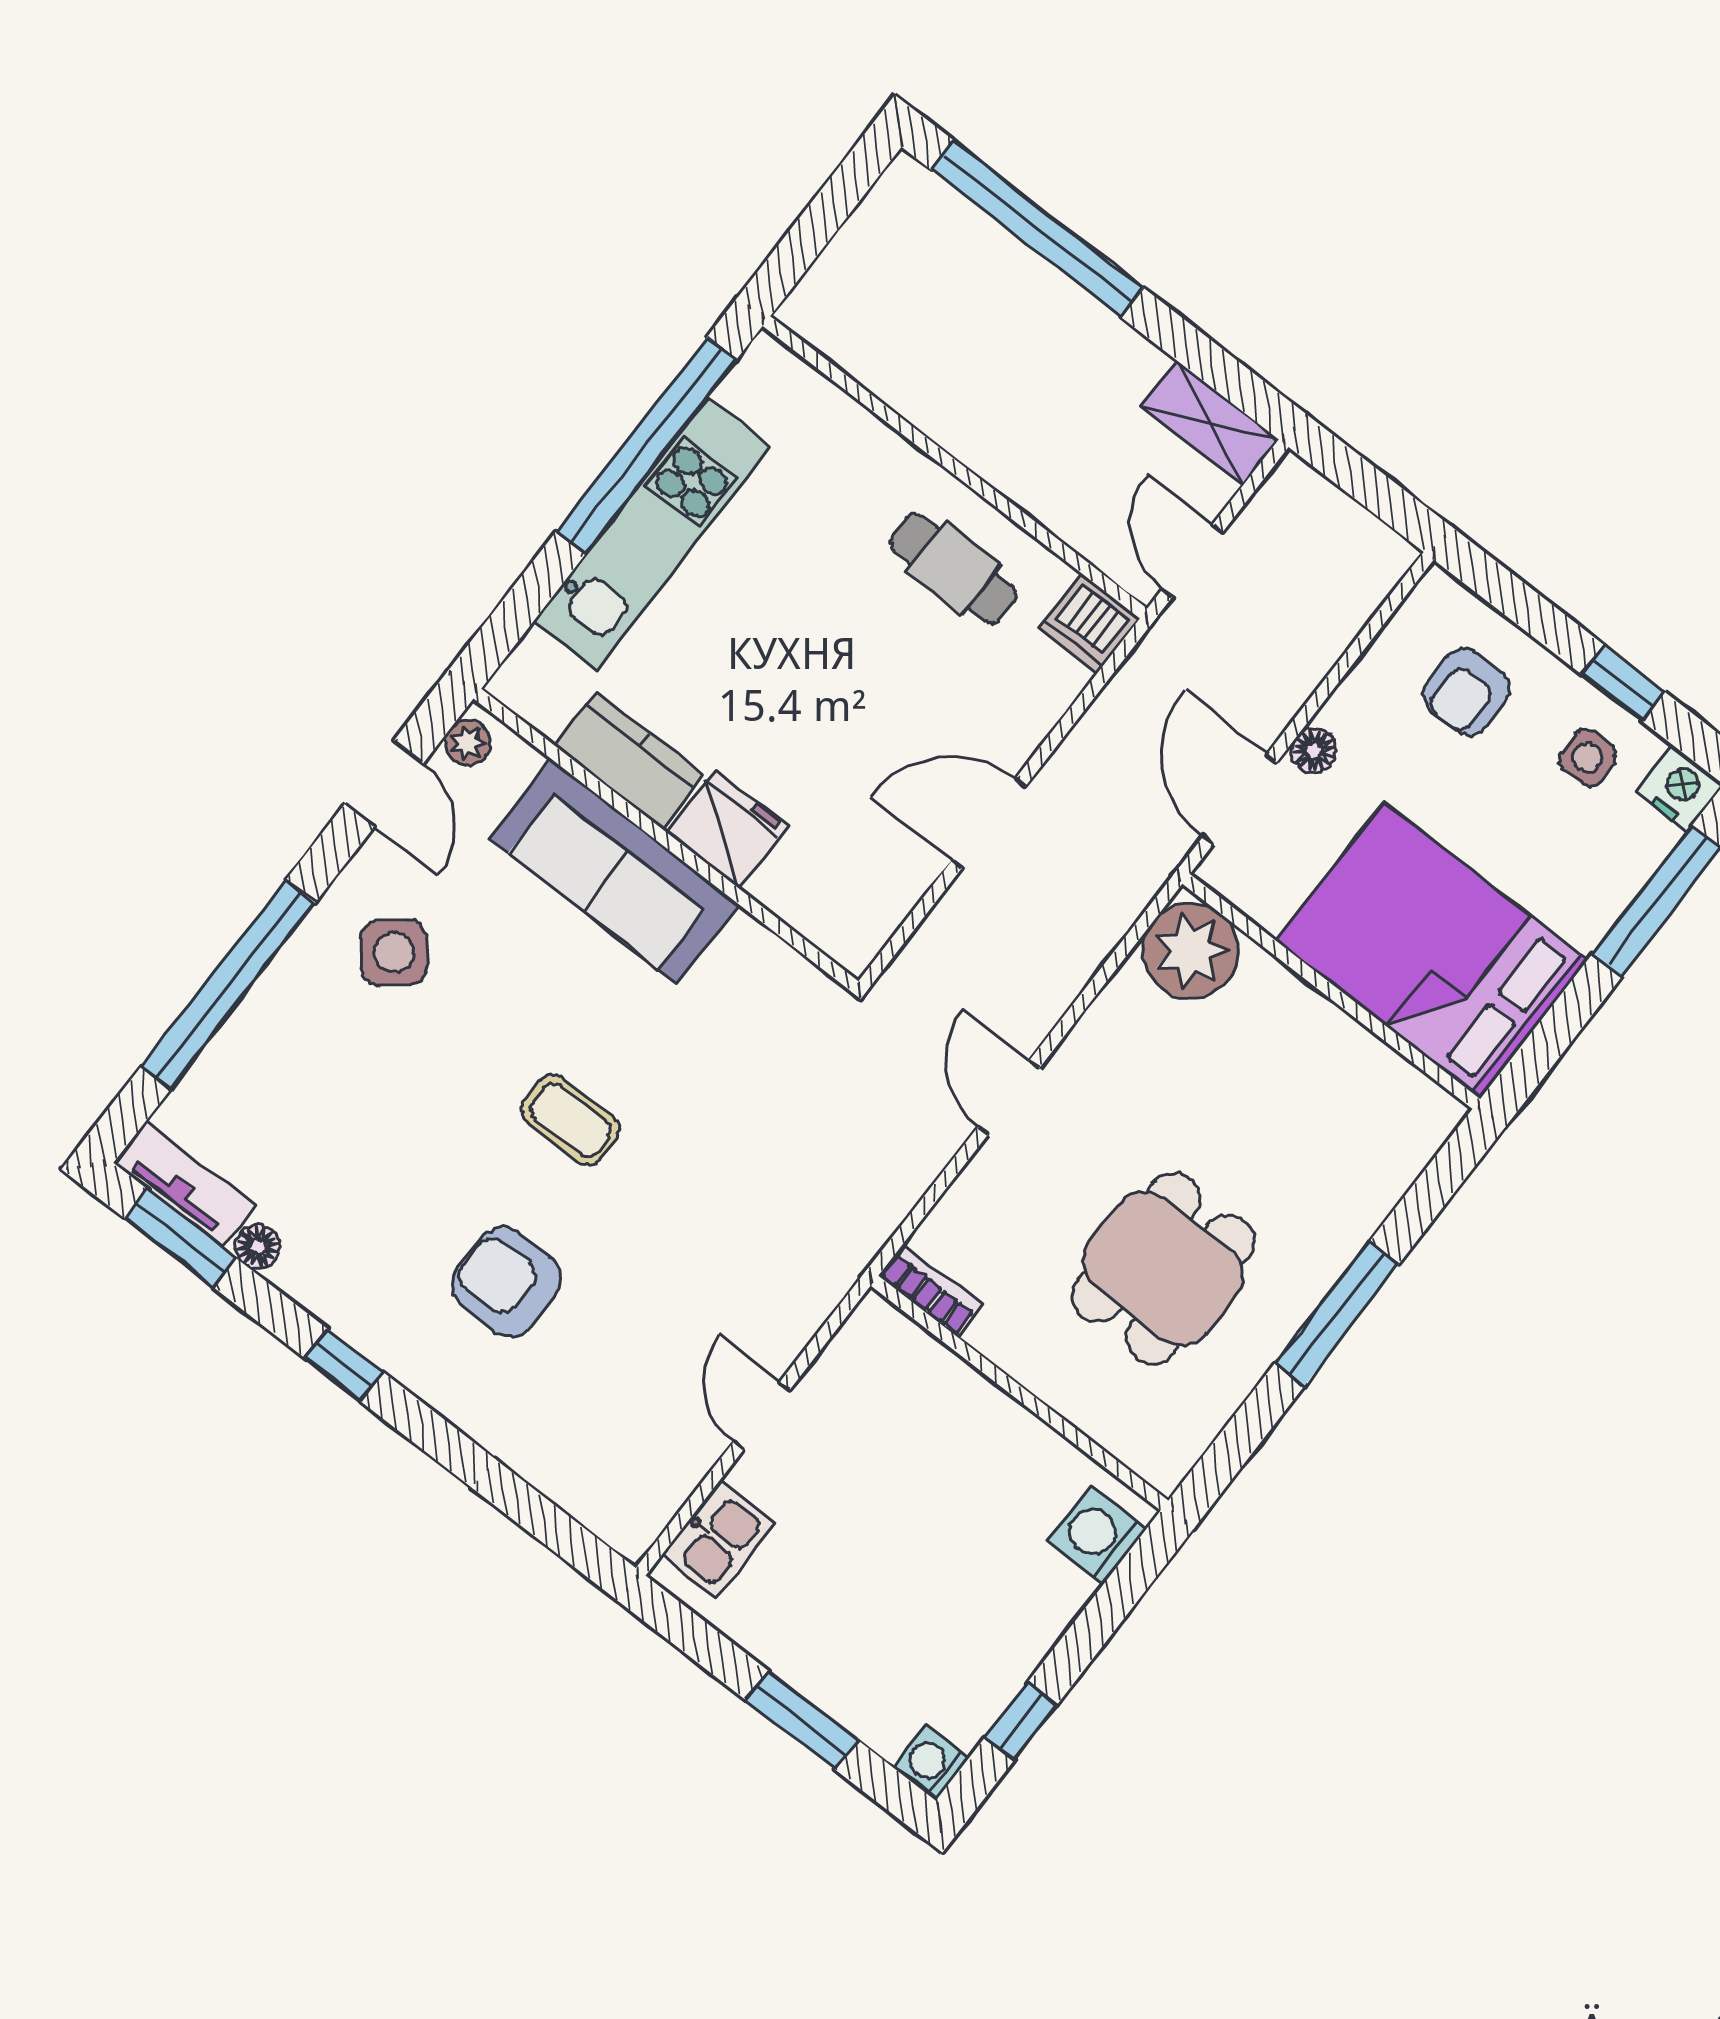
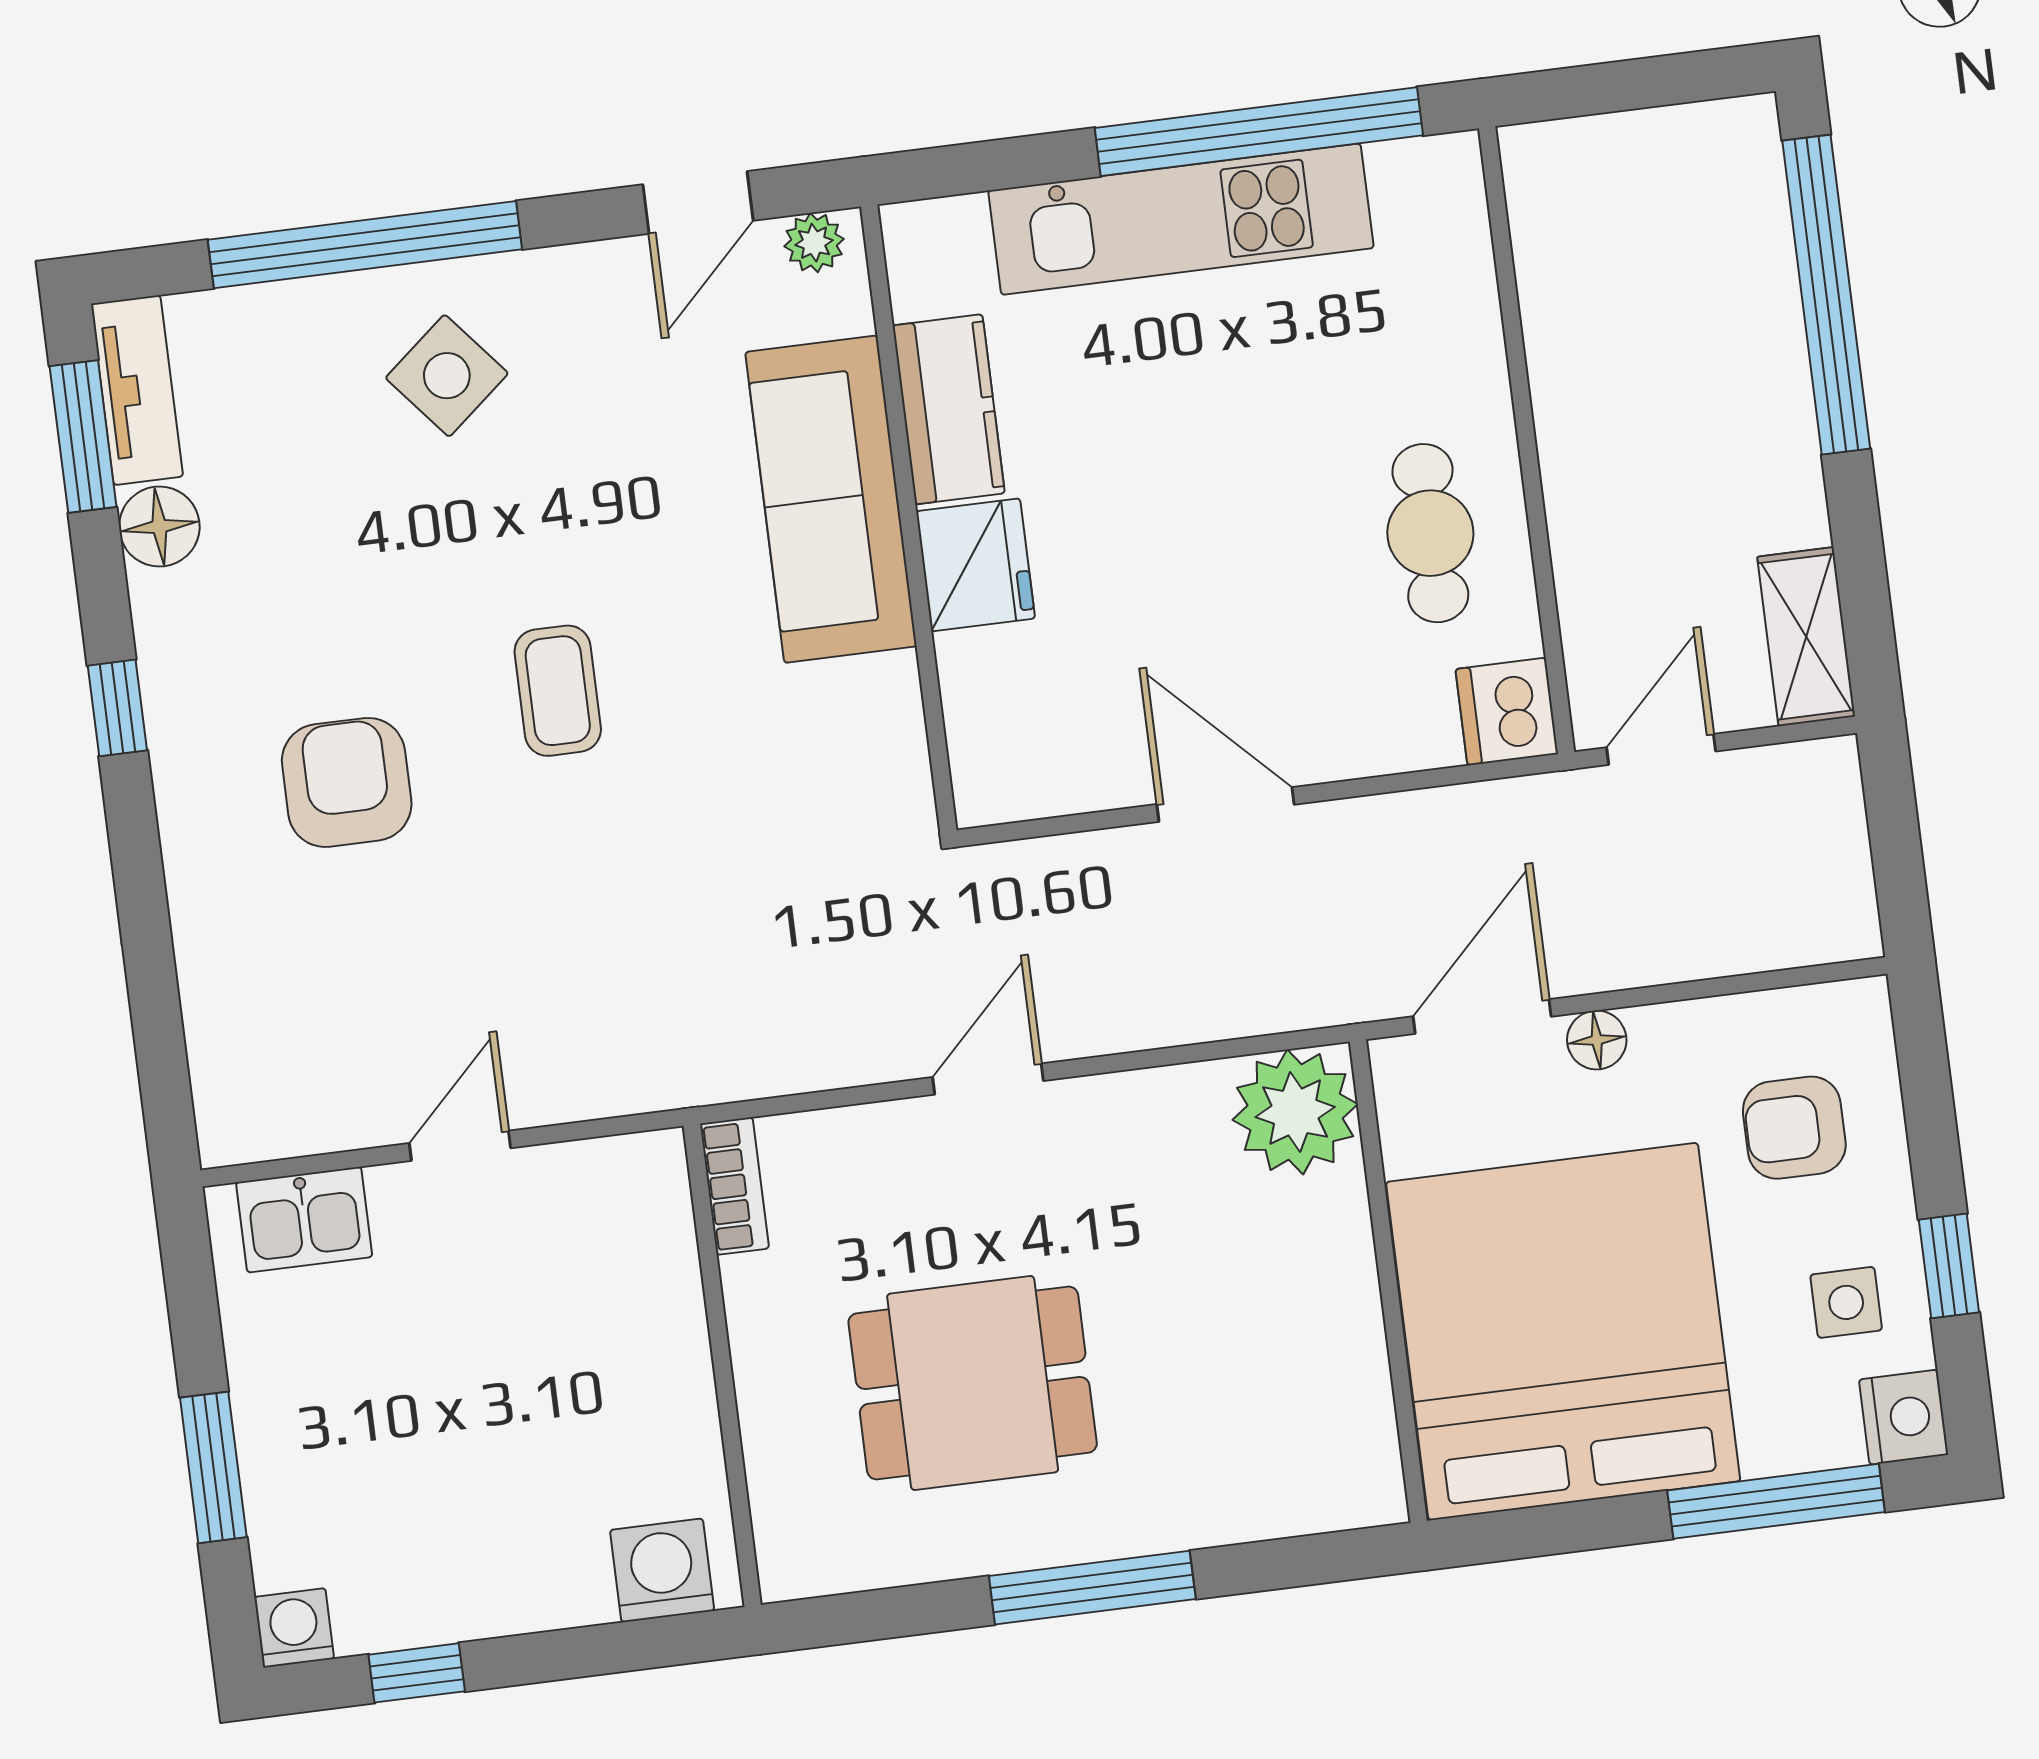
bed: (1432, 950) -> (1563, 1332), width x1.36
side table: (394, 952) -> (447, 376), moved
floor lamp: (258, 1247) -> (159, 527), width x1.37, depth x1.37

